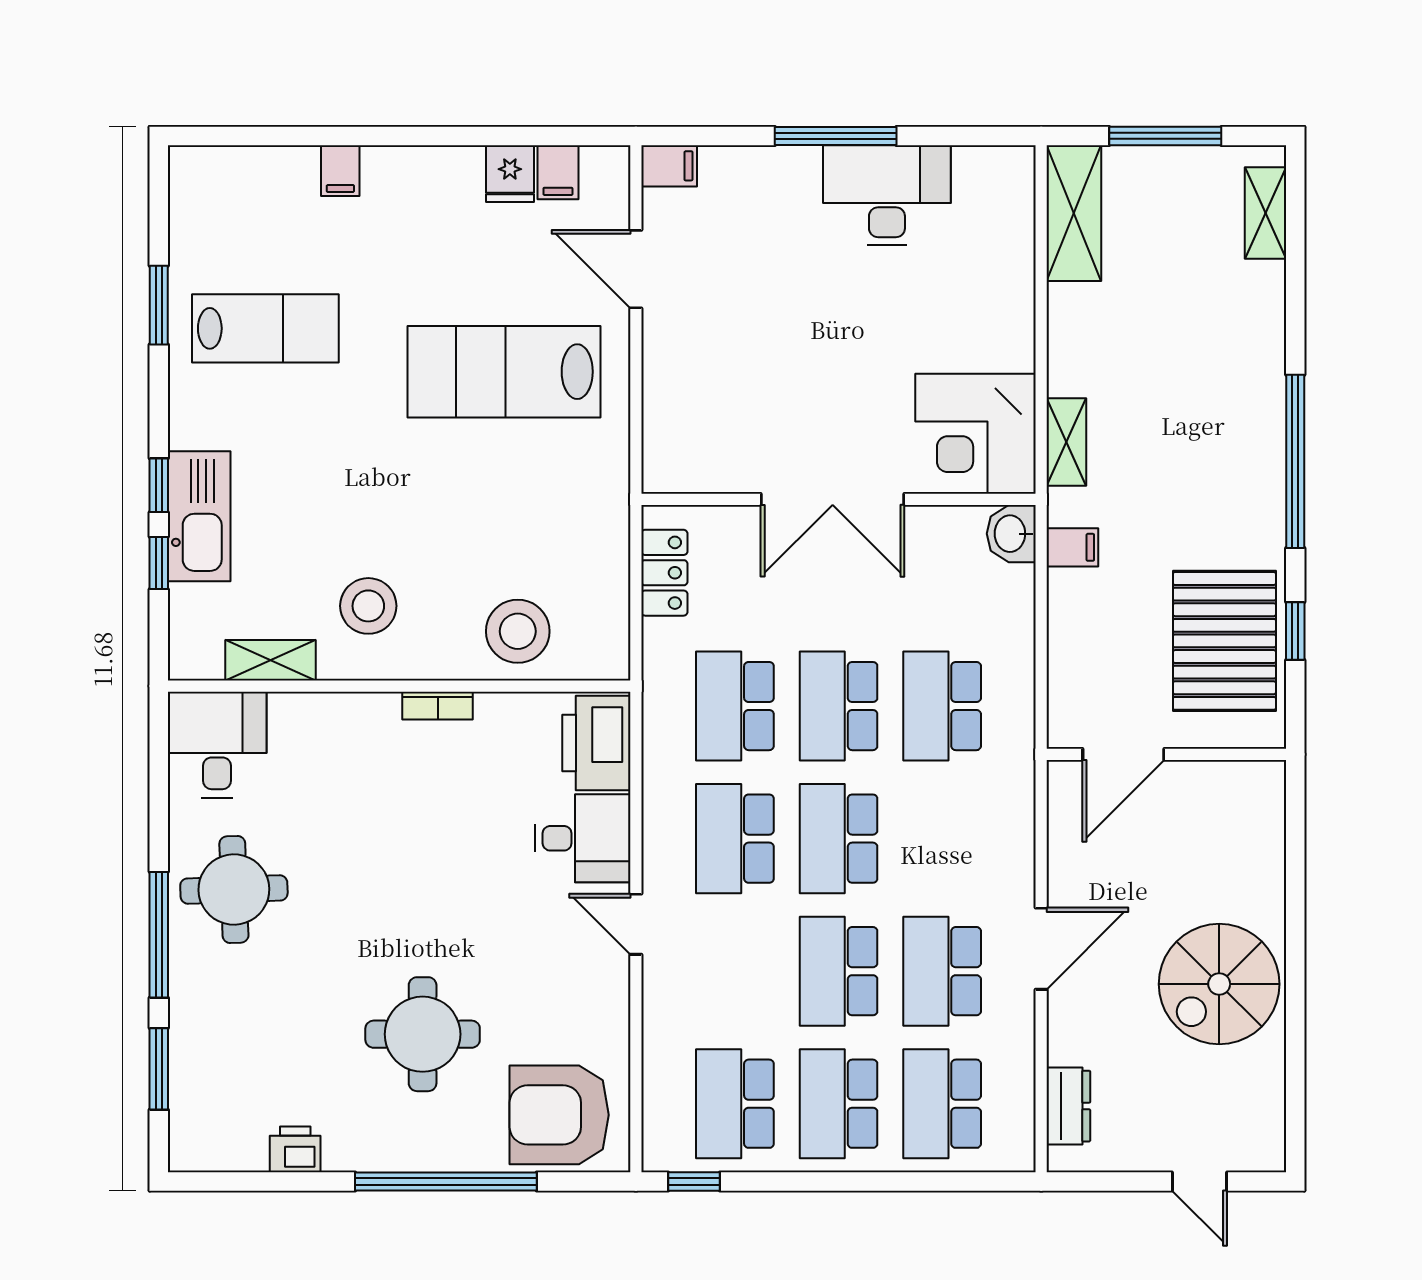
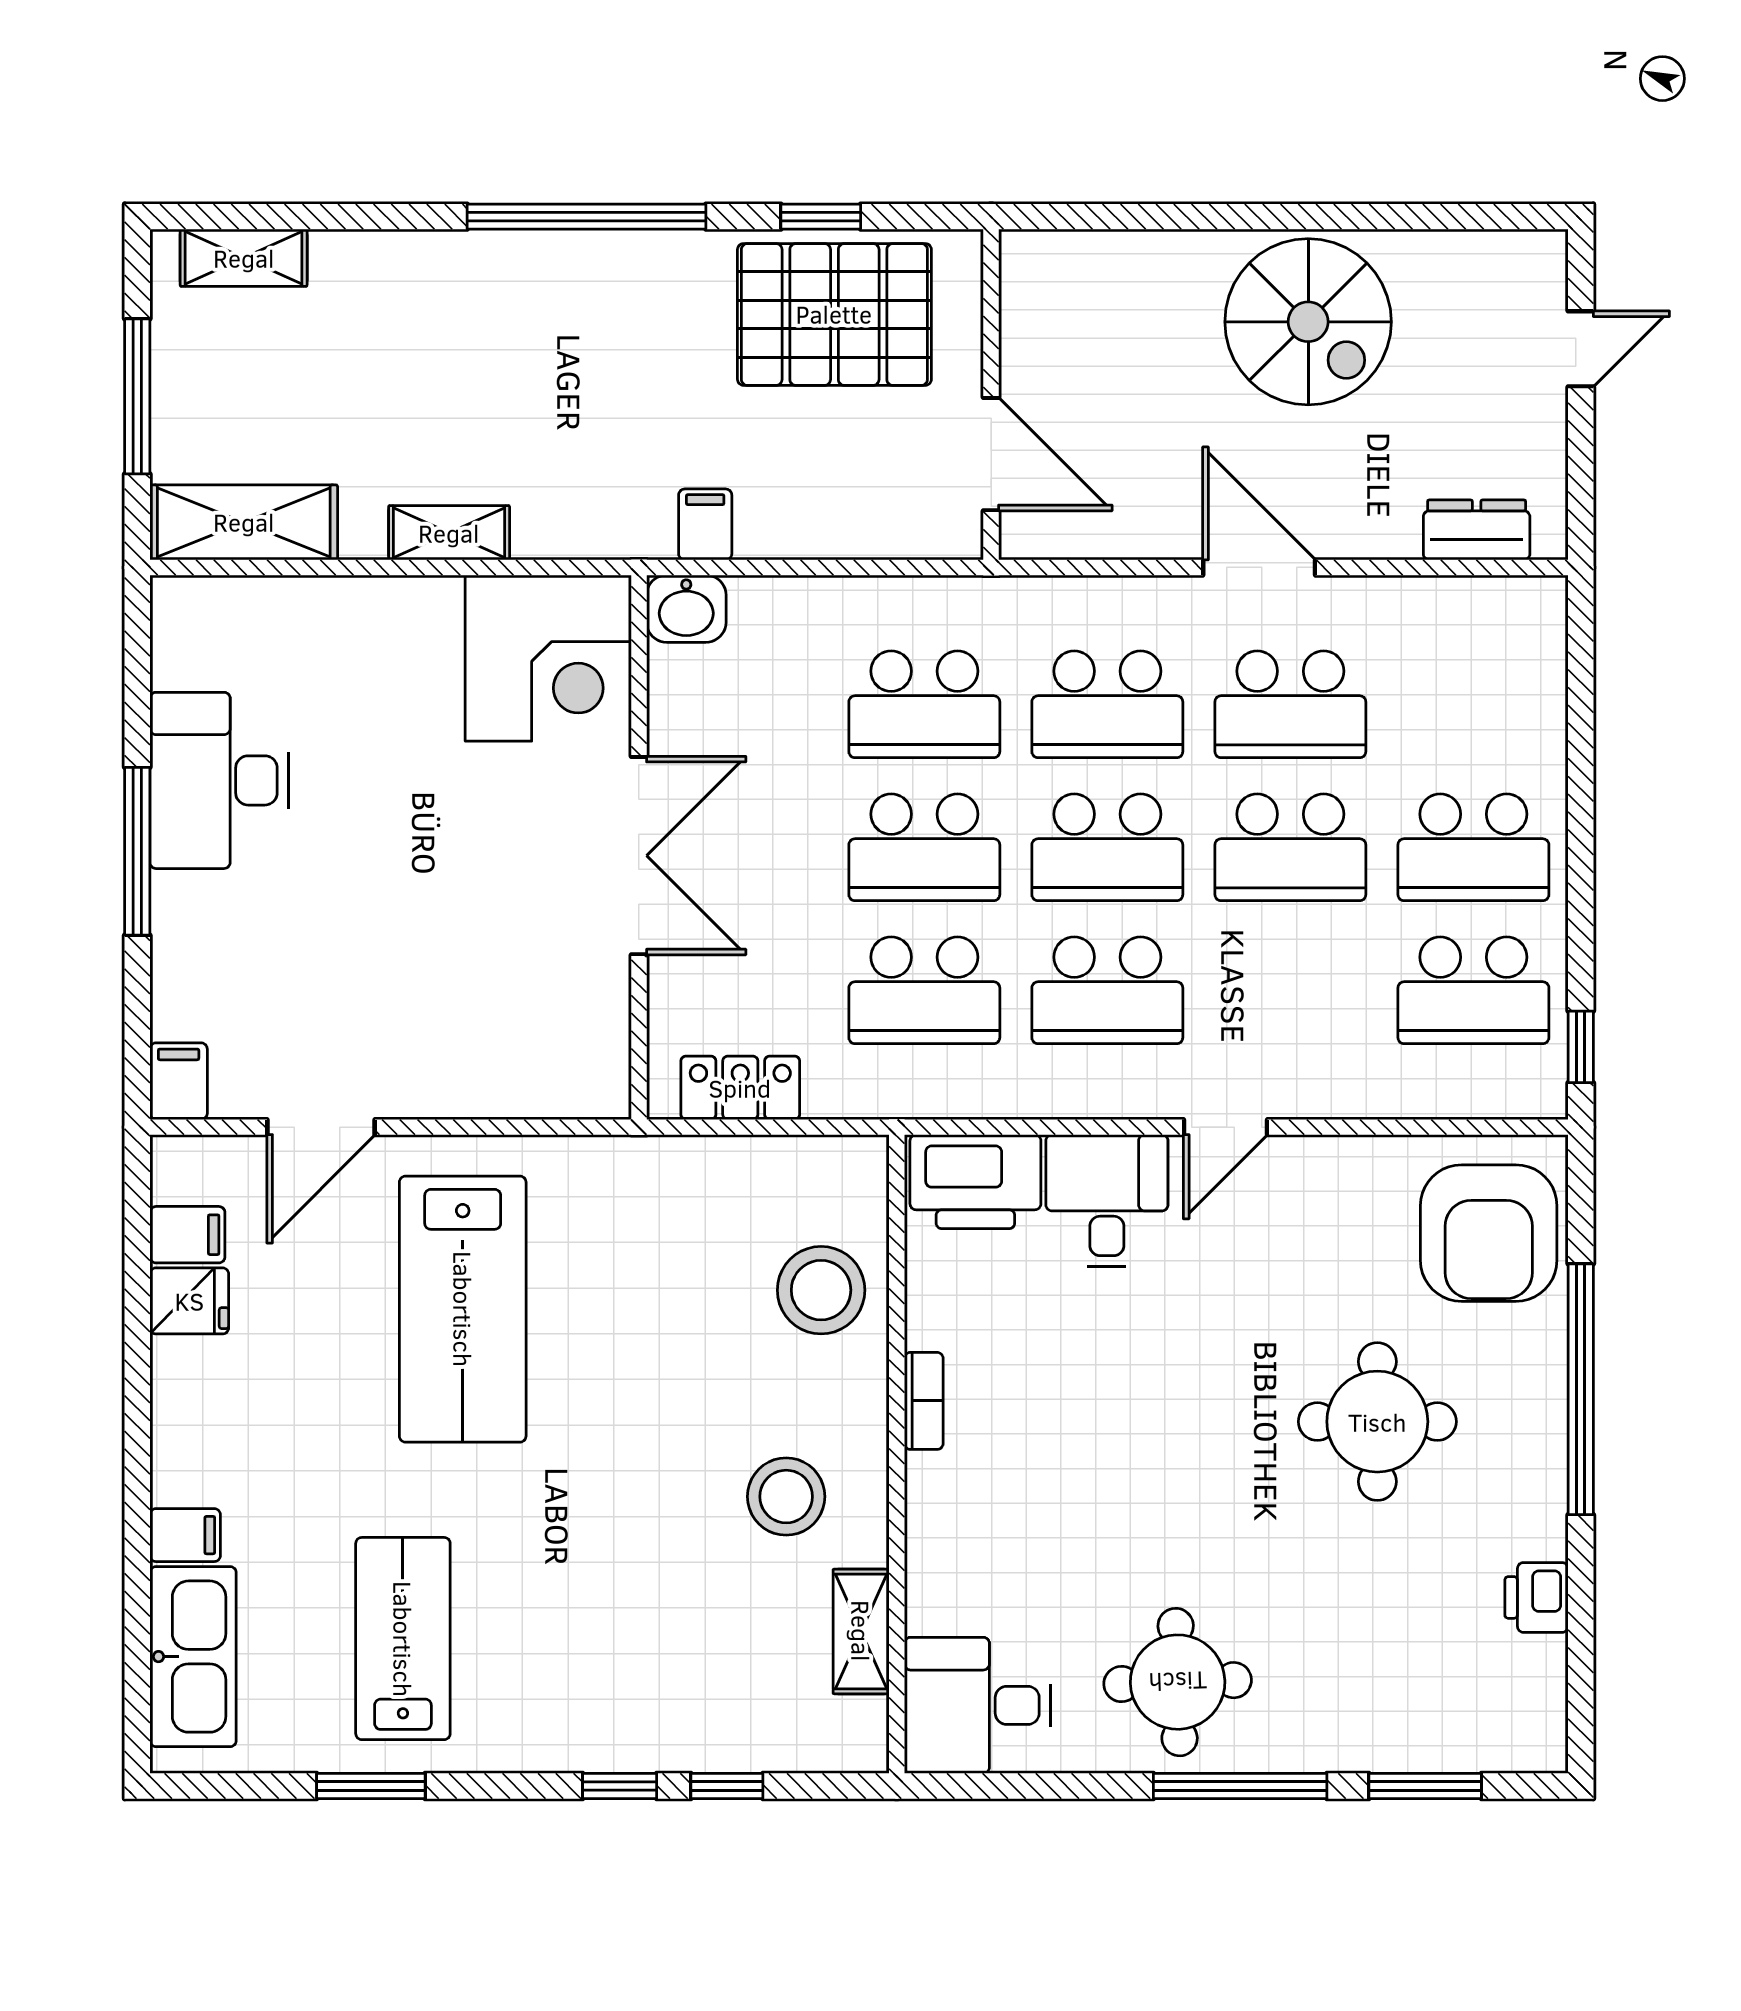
shelving: (1066, 442) -> (449, 533), moved
kitchen sink: (199, 516) -> (193, 1657), moved, turned 90
school desk: (942, 1104) -> (1107, 704), moved

